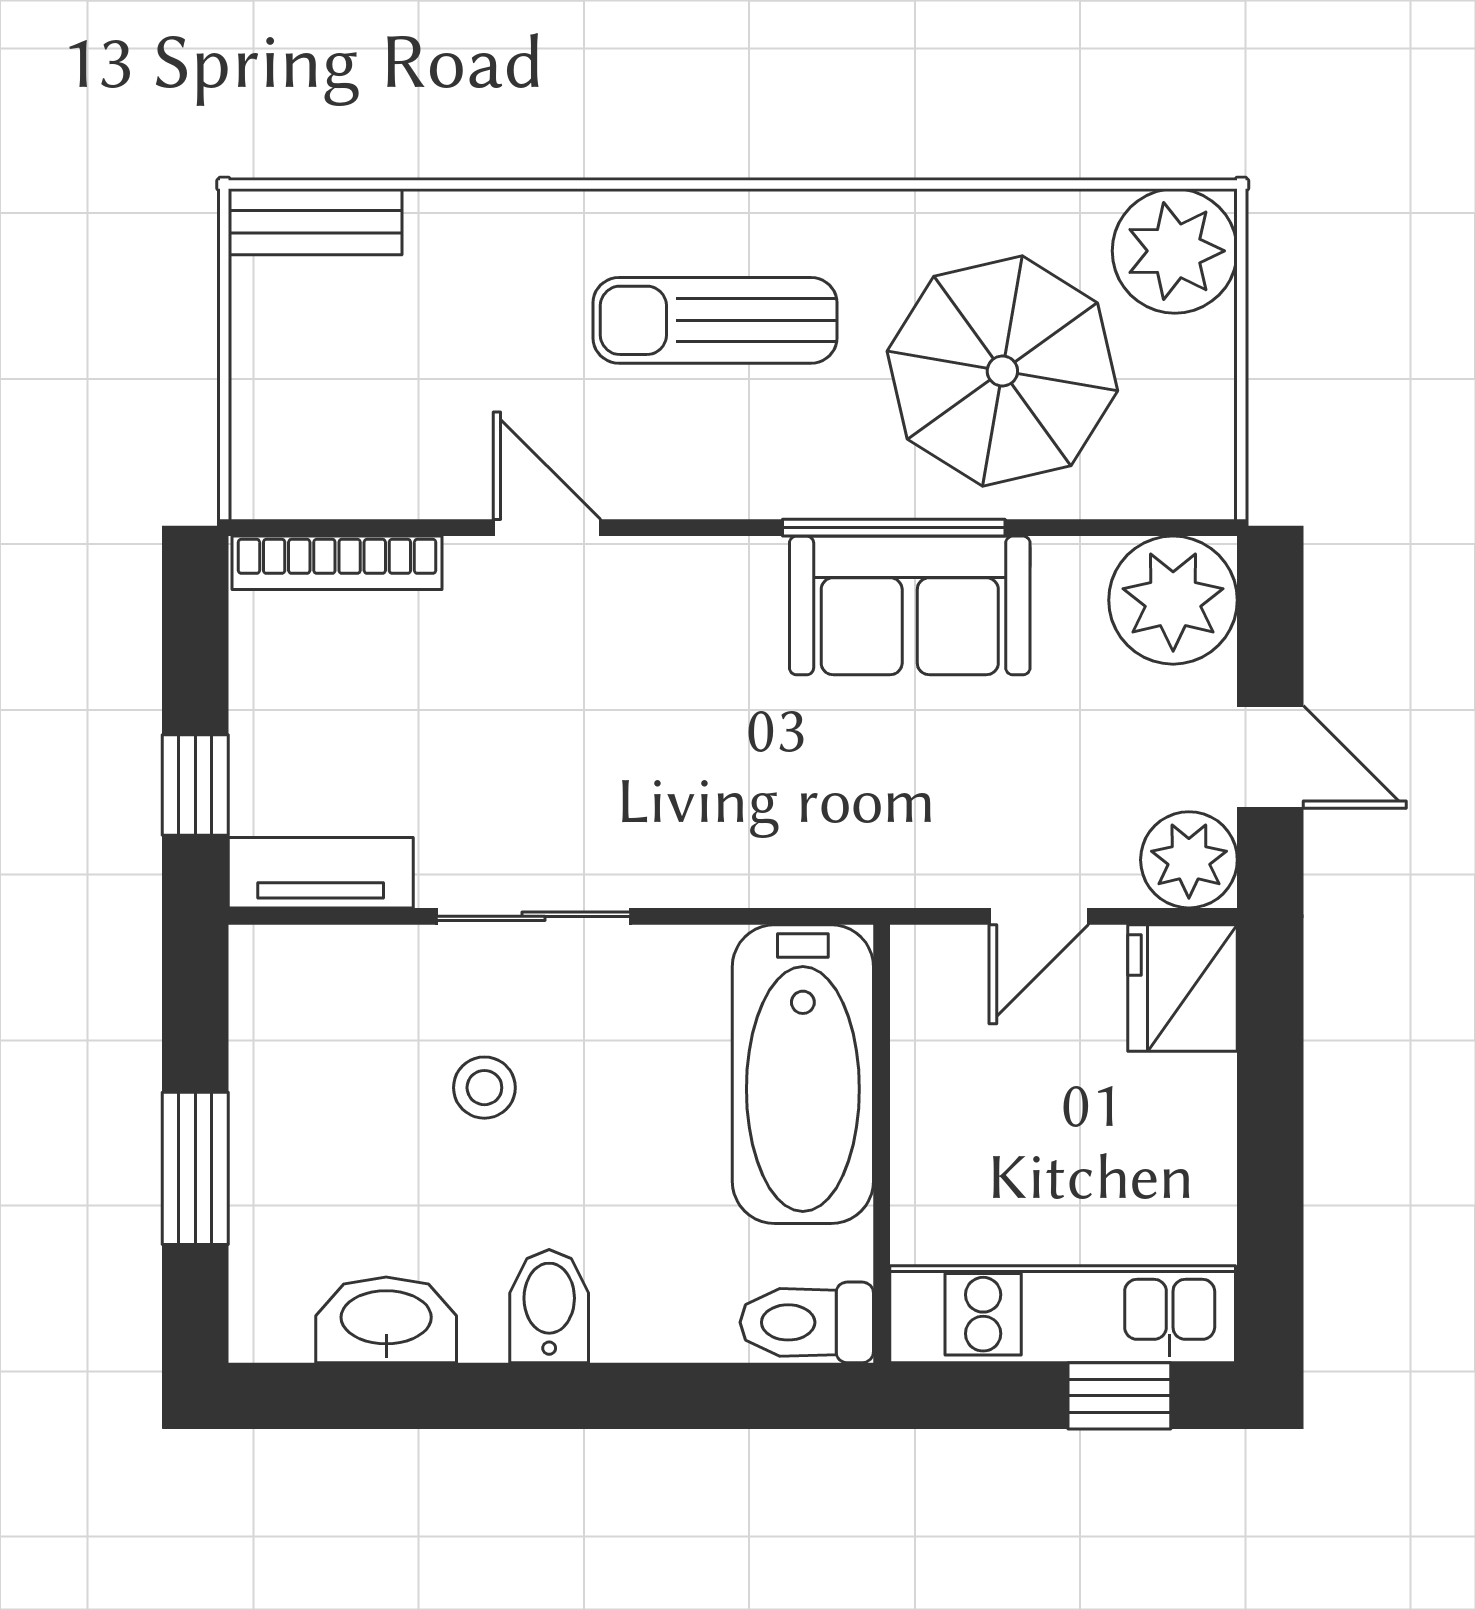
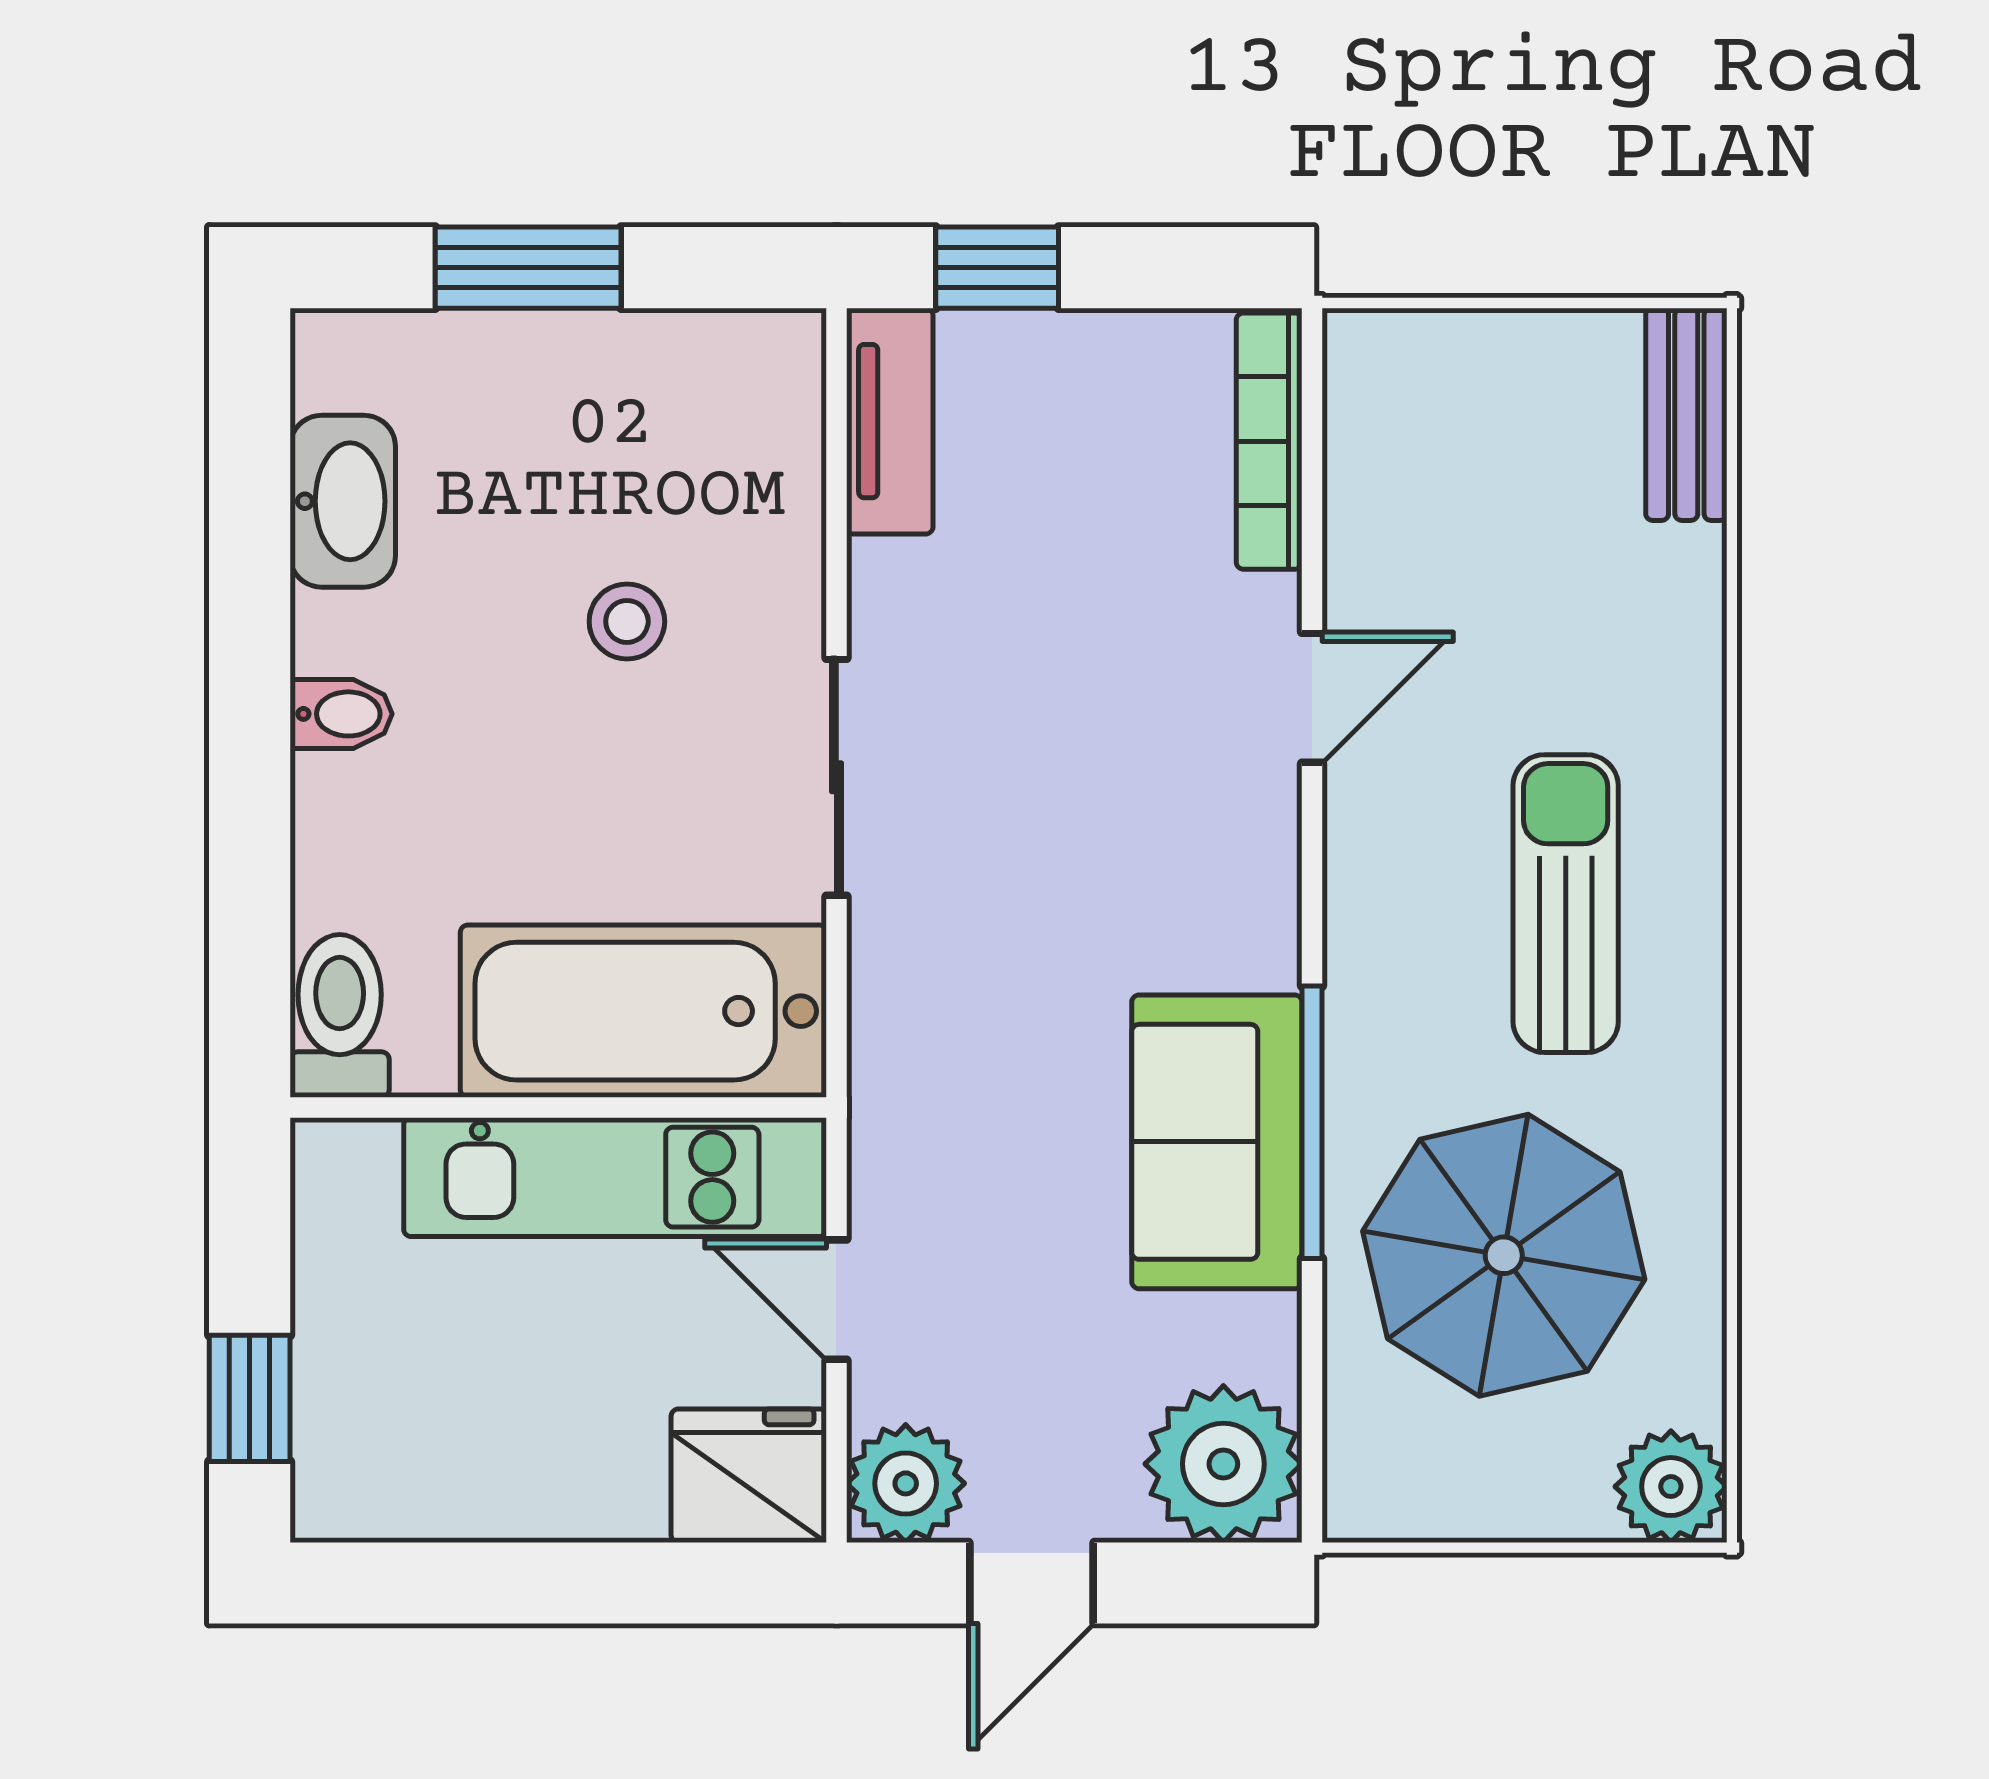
plant: (1175, 251) -> (1671, 1487), width x0.73, depth x0.73
sliding door: (534, 916) -> (836, 777), moved
bidet: (549, 1306) -> (341, 714), width x0.72, depth x0.74
kitchen unit: (1063, 1314) -> (615, 1177), moved, turned 90

